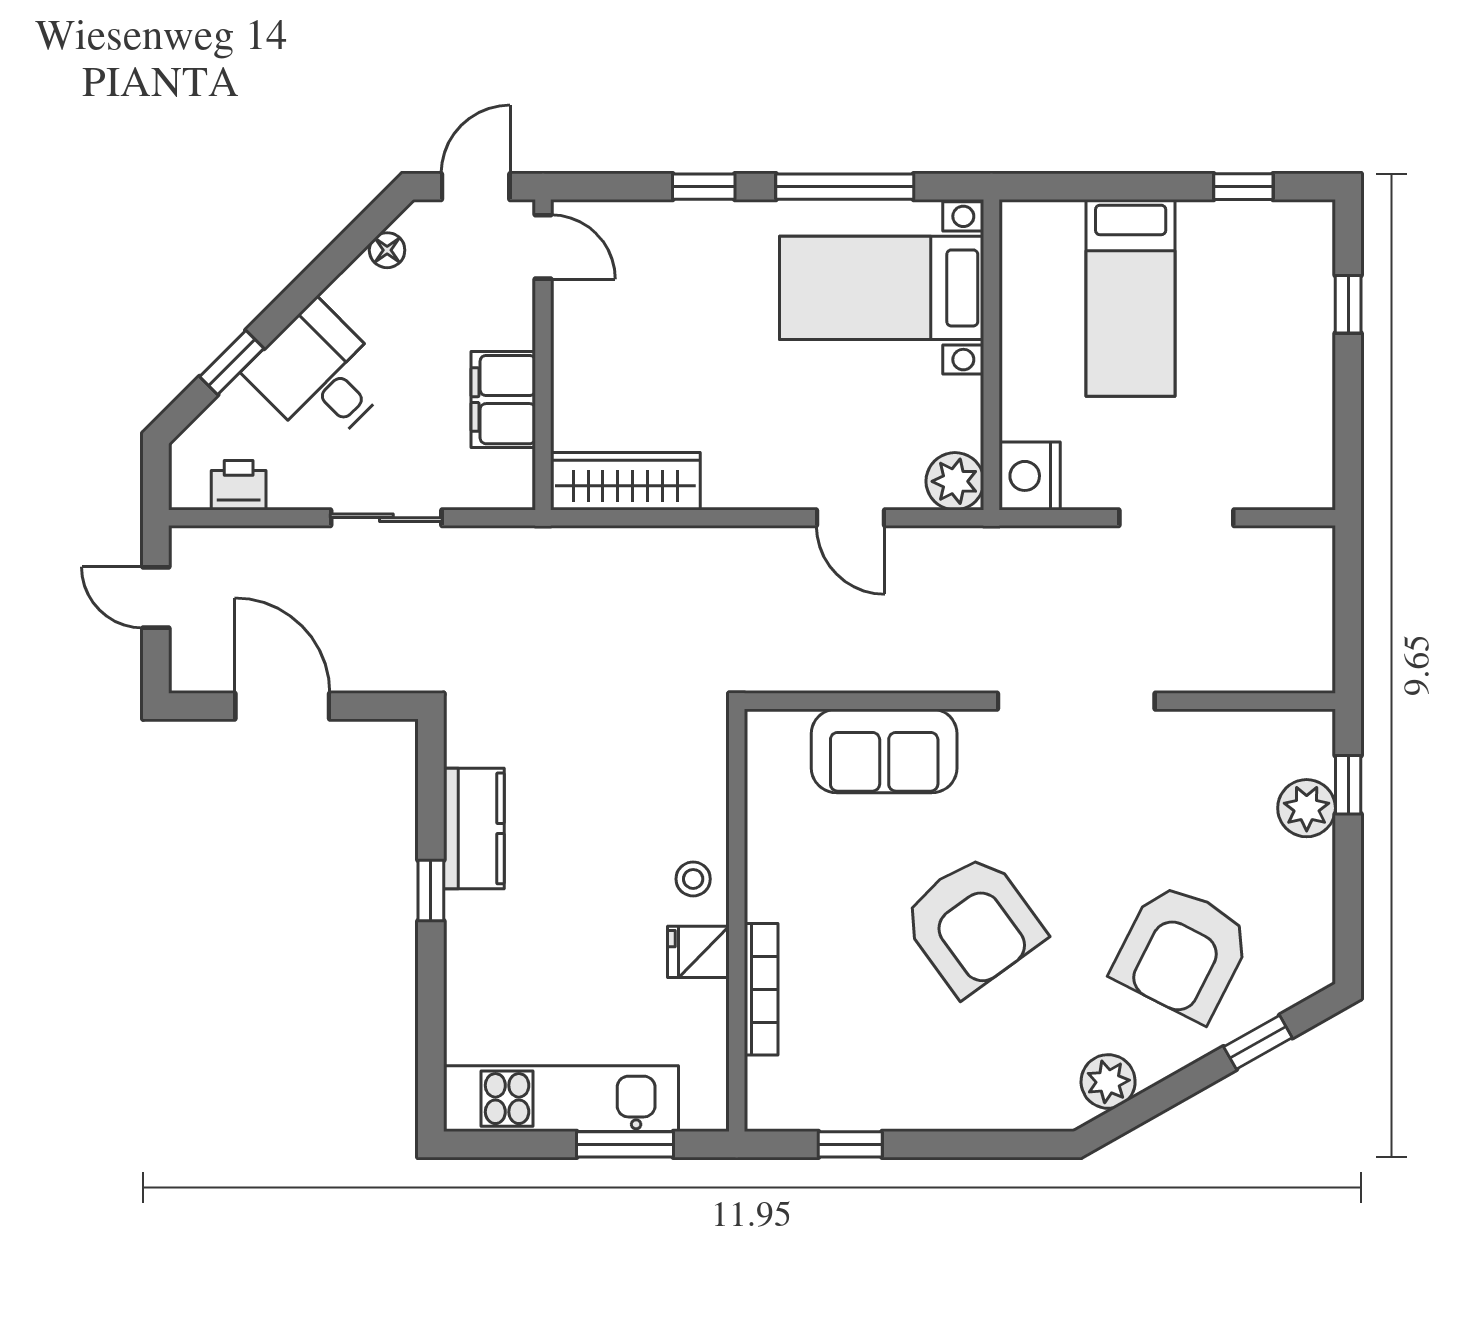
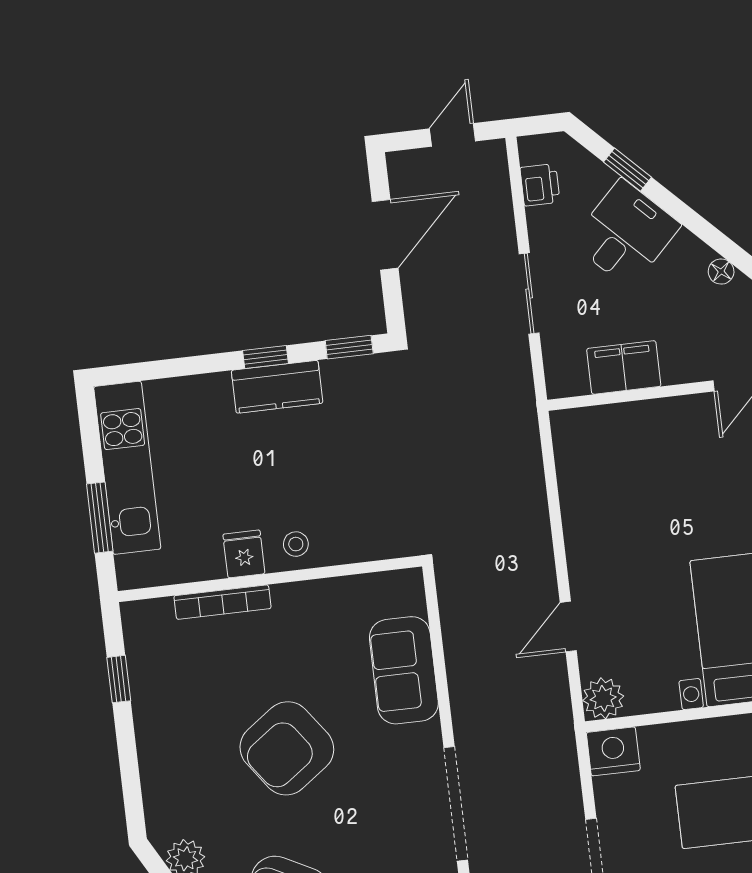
wardrobe: (625, 481) -> (575, 462), removed
window: (431, 774) -> (349, 347), added
kitchen counter: (474, 828) -> (277, 387), moved

